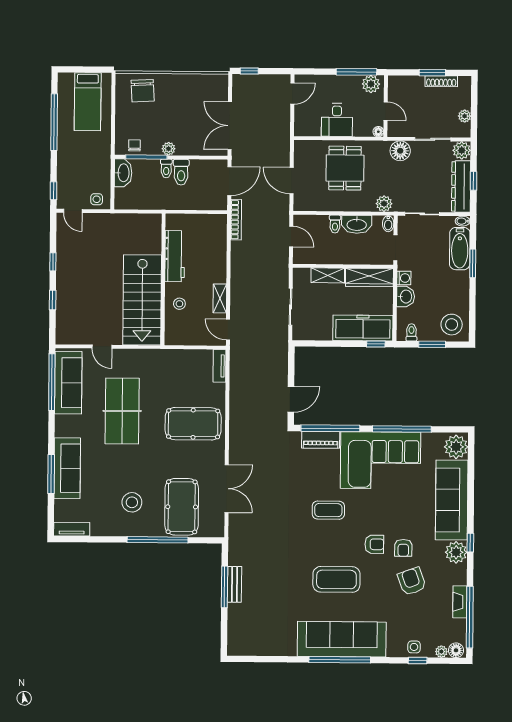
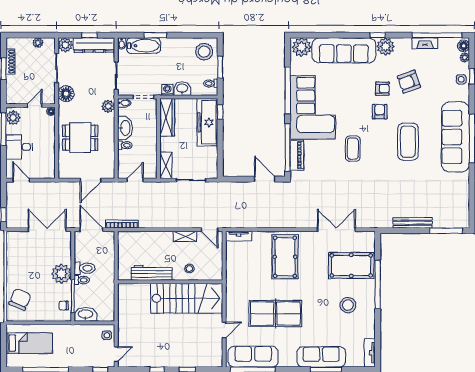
chair: (143, 91) -> (20, 299), turned -64
desk: (337, 120) -> (19, 147), moved, turned 180
double door: (230, 126) -> (47, 230), swing flipped
plant: (169, 149) -> (61, 274), width x1.88, depth x1.88
shelving: (328, 275) -> (166, 165), moved
door: (228, 330) -> (210, 230), hinge flipped
bench: (235, 584) -> (413, 223), width x1.36
window: (224, 587) -> (446, 231), moved

